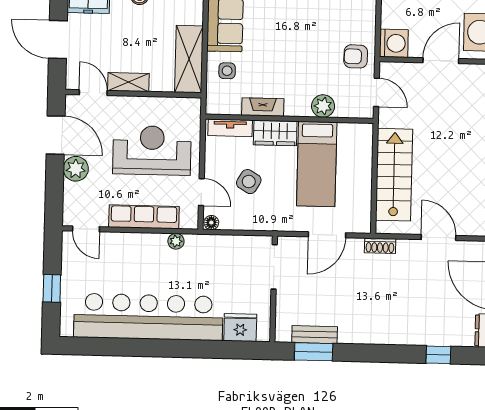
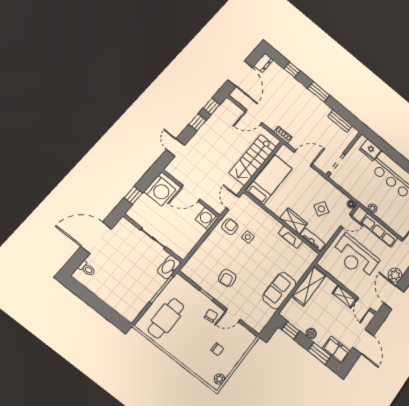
armchair: (356, 56) -> (230, 227), turned -91
side table: (227, 71) -> (248, 237), moved
plant: (323, 106) -> (262, 216), removed
bed: (317, 164) -> (269, 180), moved
door: (201, 192) -> (346, 221), swing flipped
door: (439, 238) -> (254, 117), hinge flipped
window: (314, 352) -> (319, 92), moved

